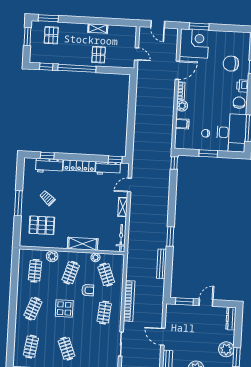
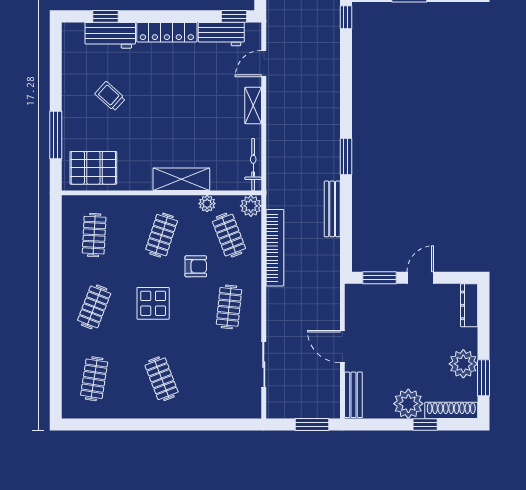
window: (18, 203) -> (56, 135), moved
pallet: (42, 225) -> (93, 168), moved
plant: (52, 256) -> (251, 206), moved
bookcase: (129, 301) -> (275, 248), moved

